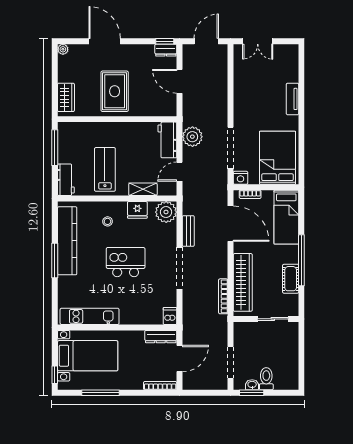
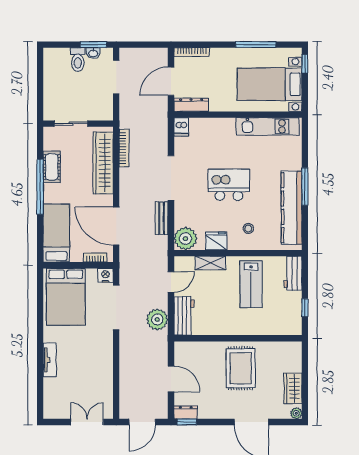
wardrobe: (66, 97) -> (293, 388), moved
window: (55, 148) -> (305, 308), width x0.46
kitchen island: (126, 262) -> (229, 185), turned 180

